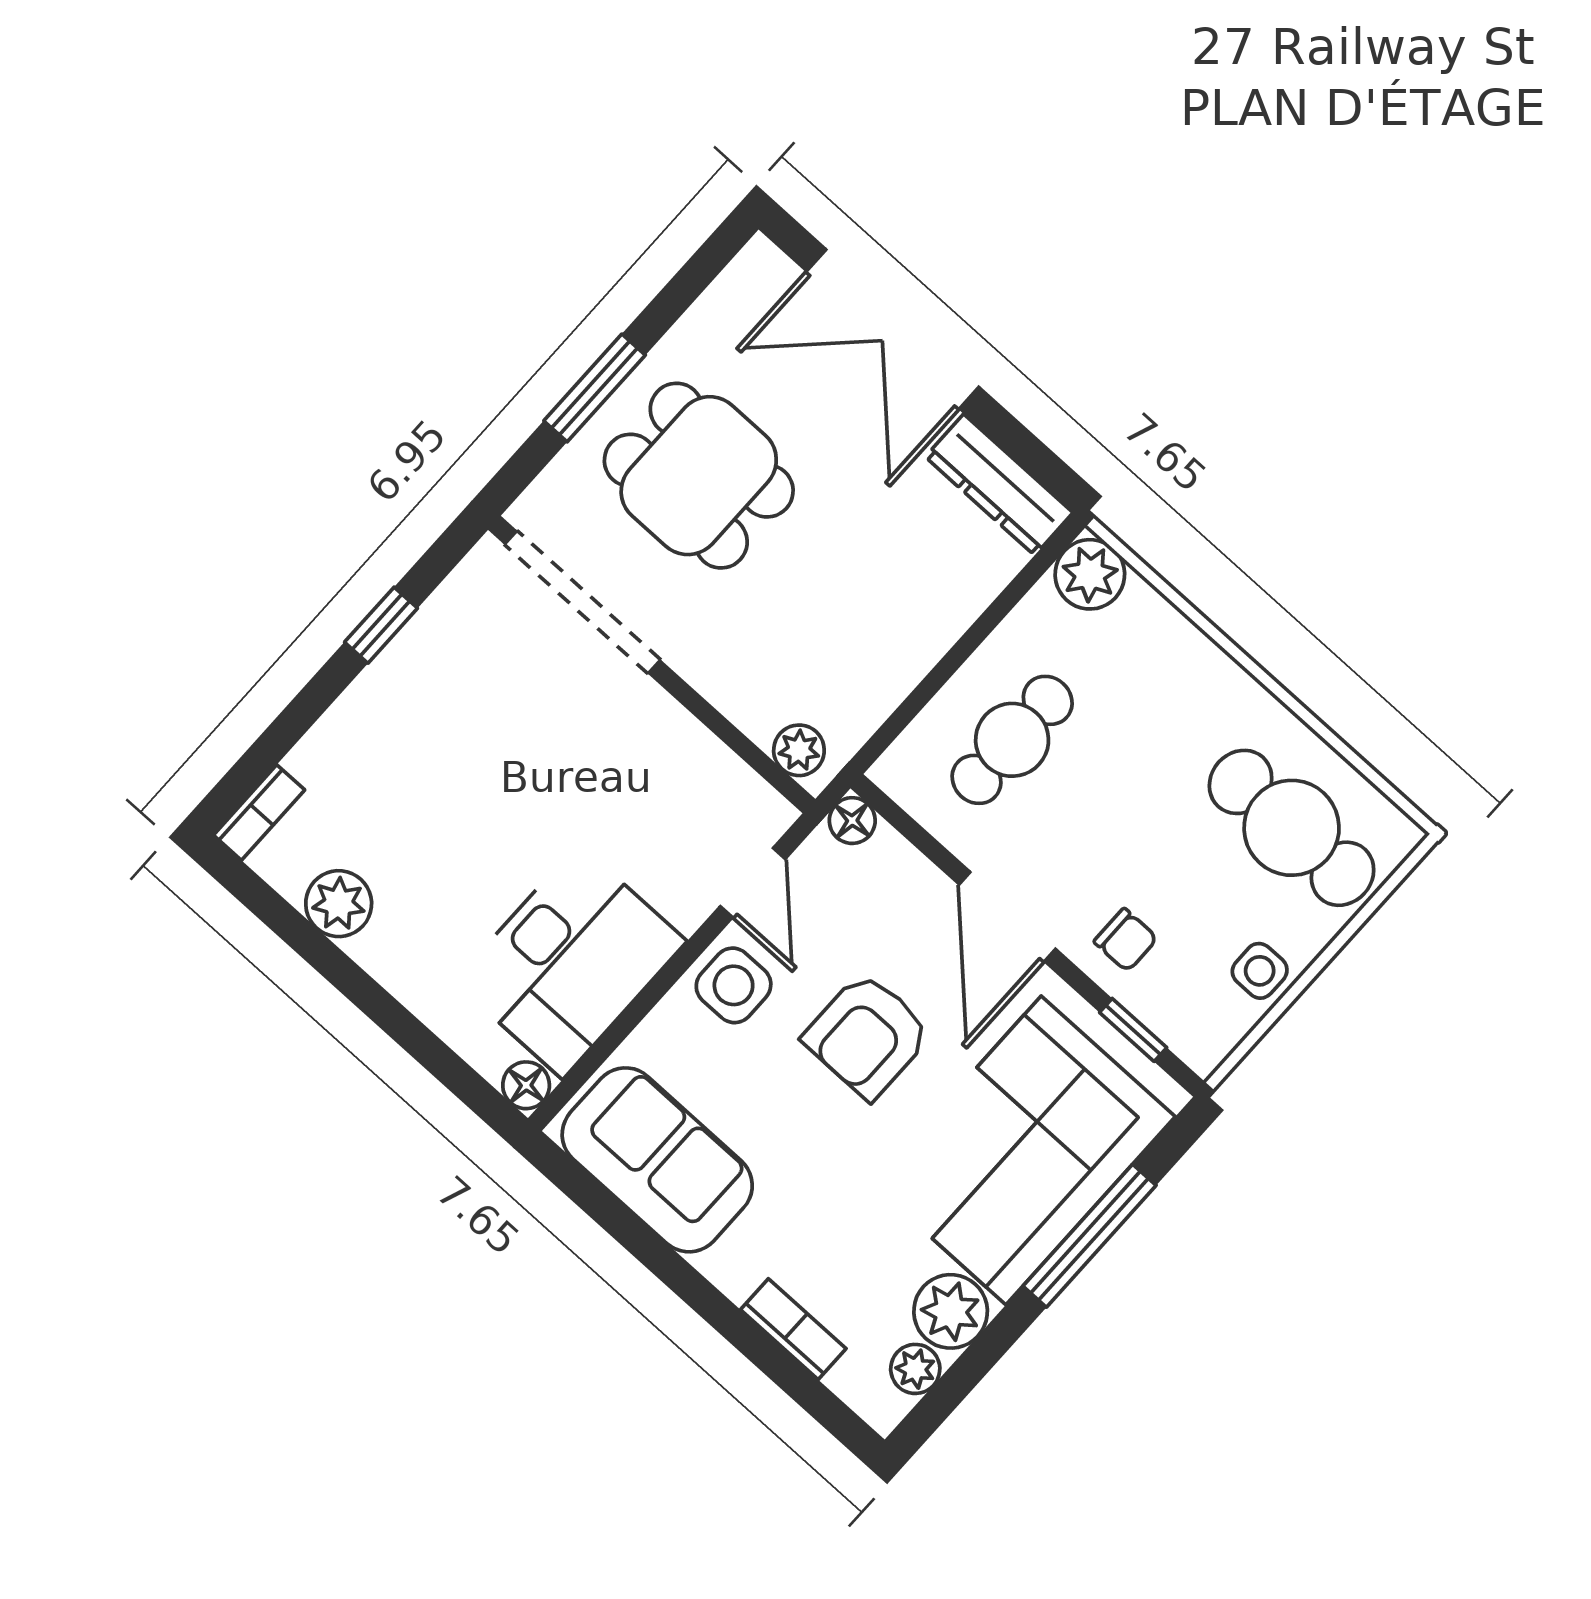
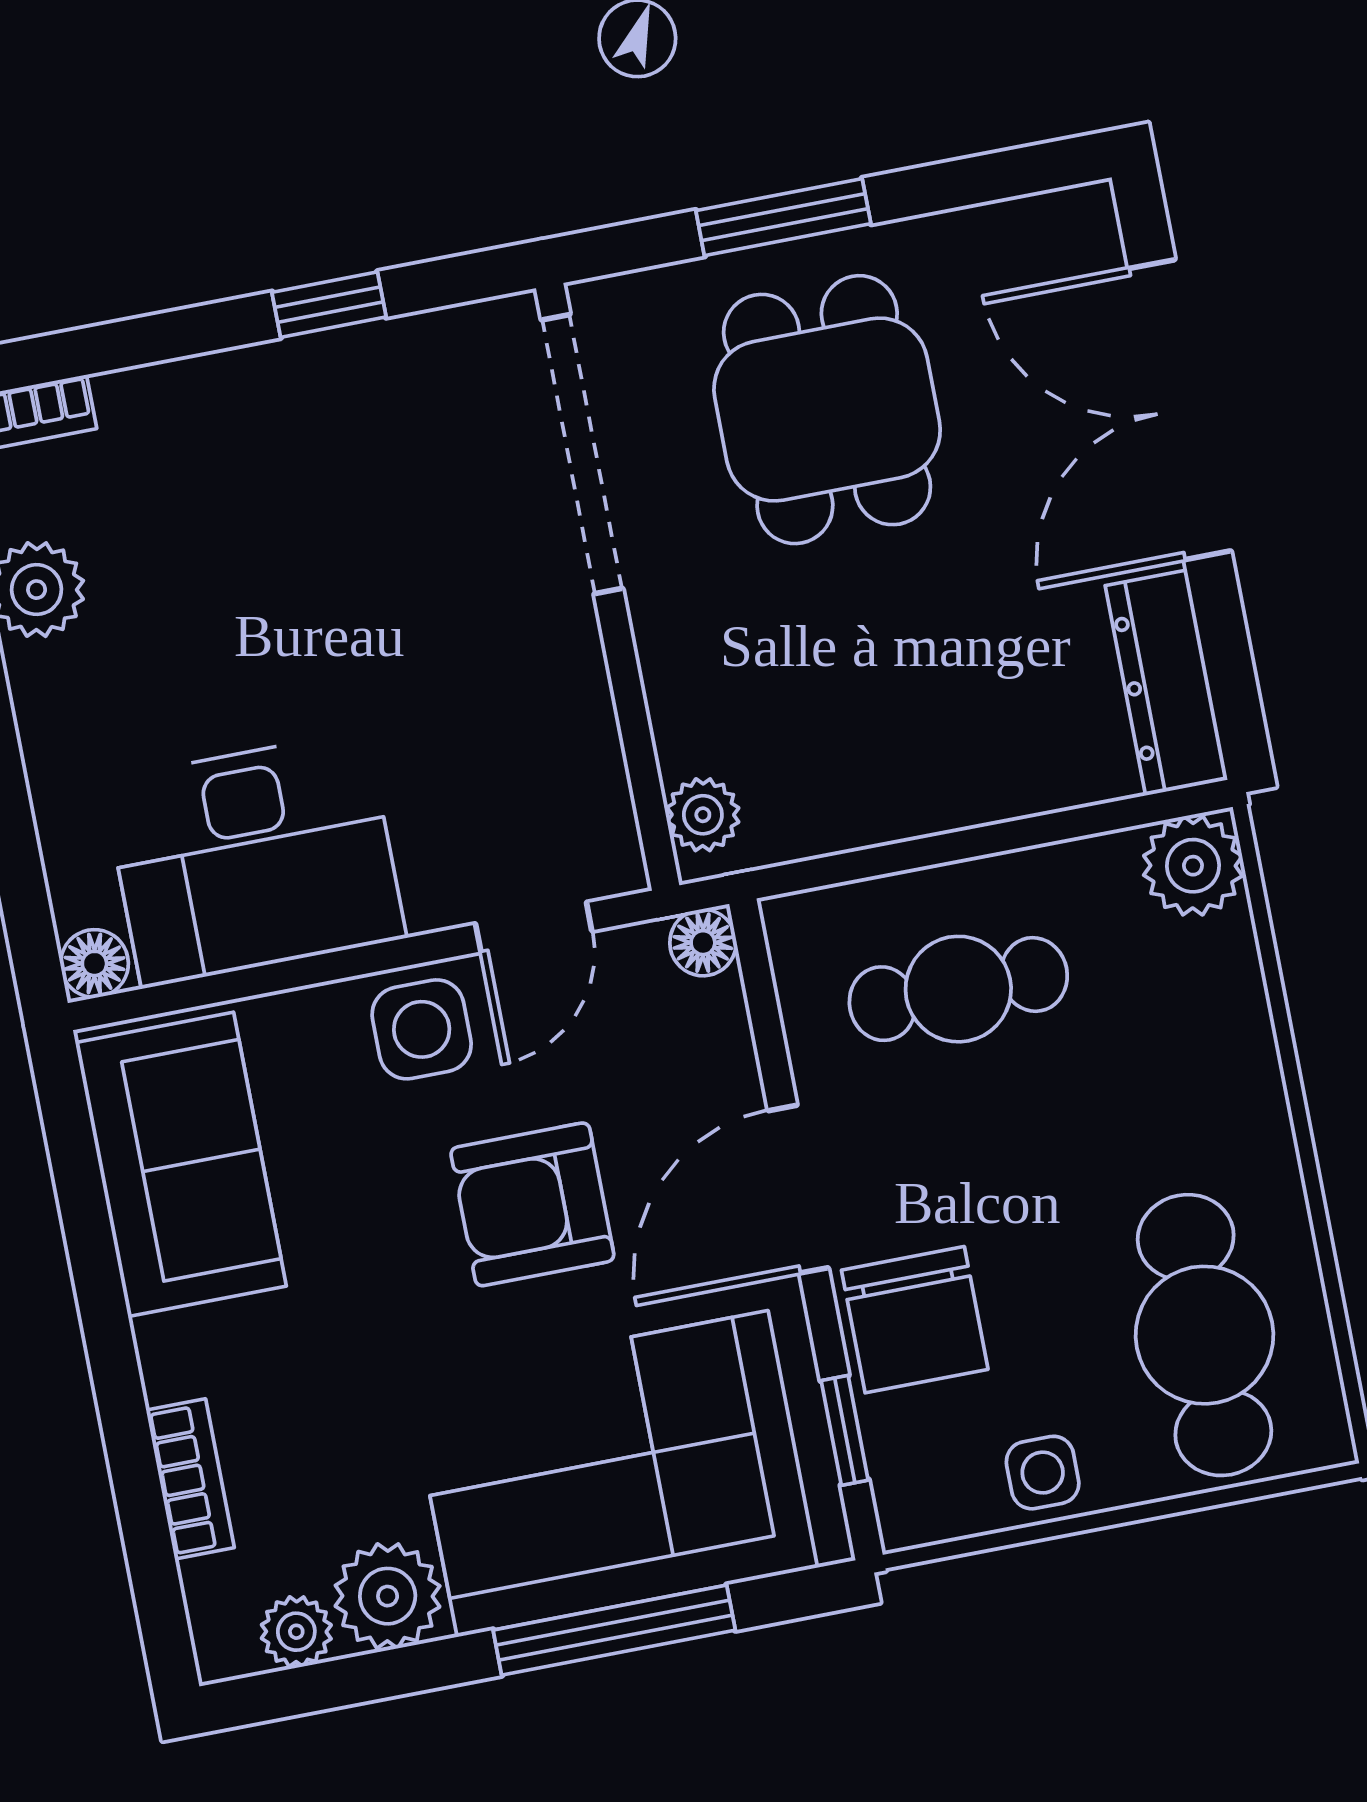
chair: (1126, 940) -> (915, 1320), width x1.87, depth x1.87

